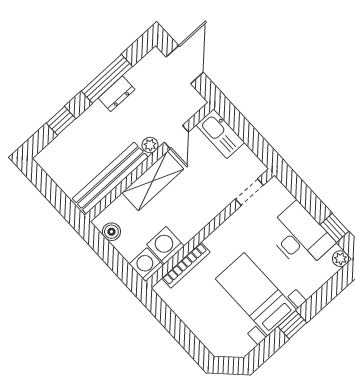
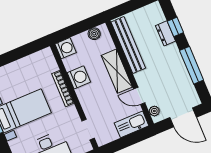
dresser: (117, 94) -> (165, 33), moved
plant: (150, 145) -> (154, 111), moved
washing machine: (165, 245) -> (79, 77), moved
bookcase: (186, 265) -> (63, 88), moved

